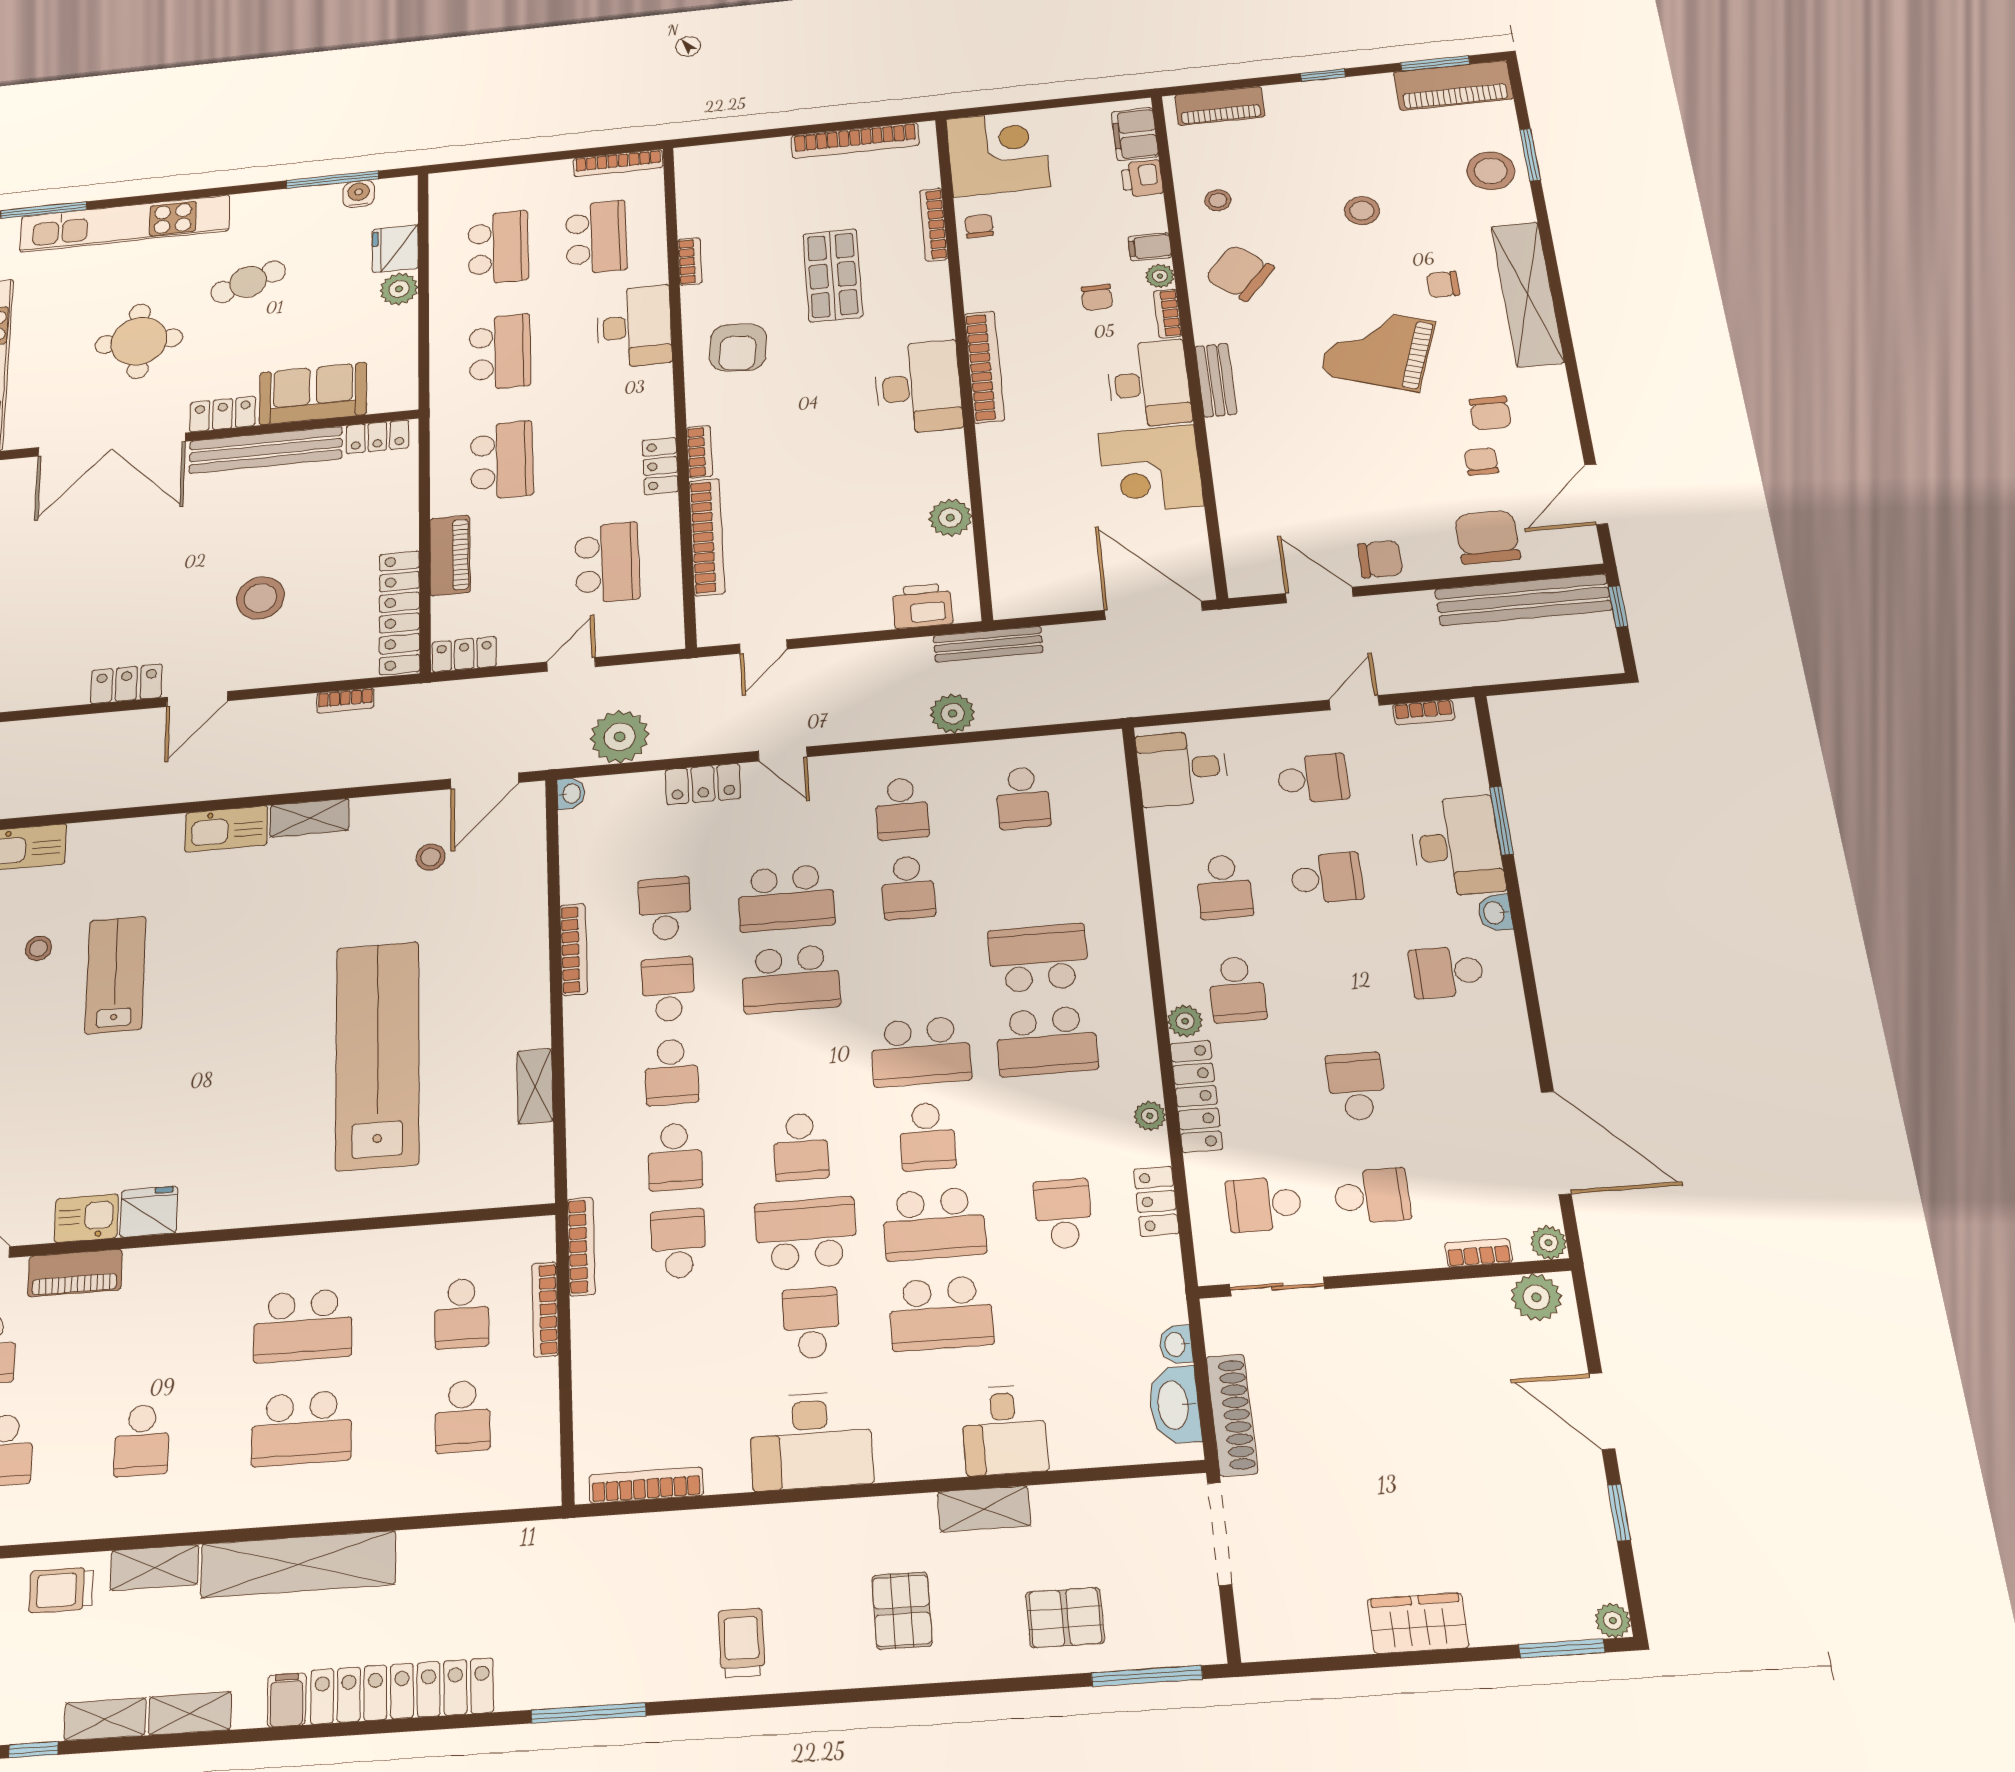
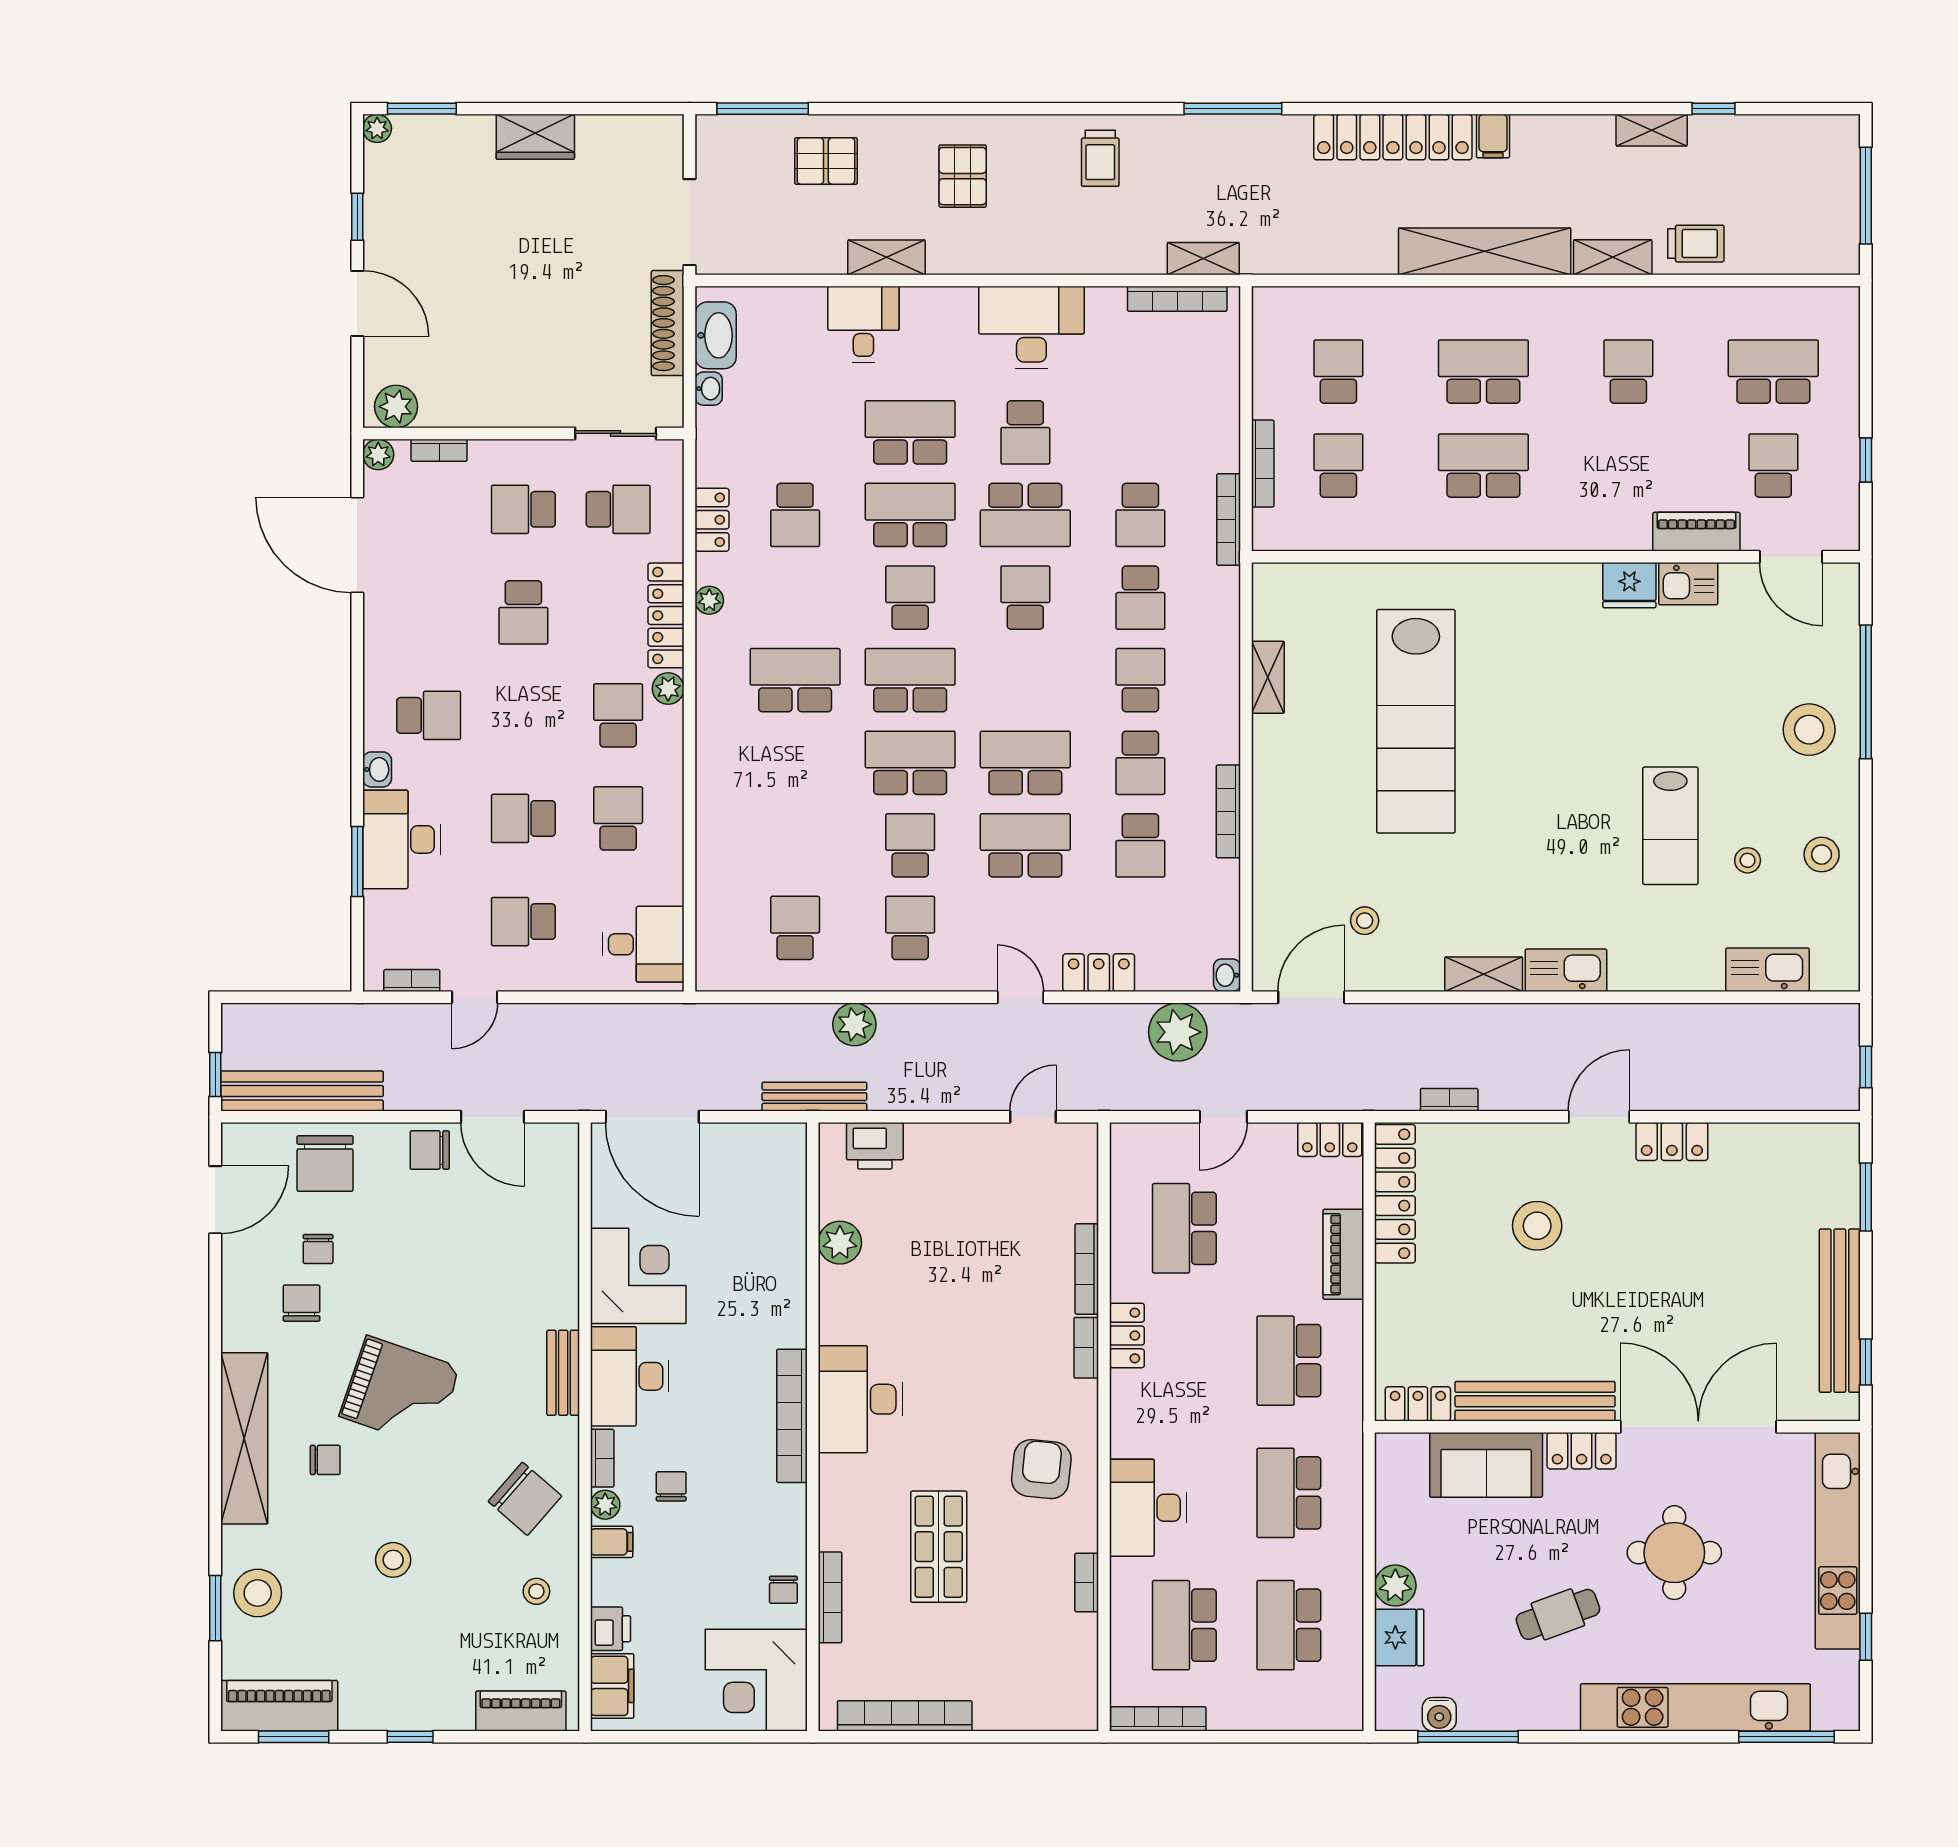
bookcase: (707, 537) -> (1087, 1269), width x0.68, depth x0.76
school desk: (1038, 958) -> (910, 763), moved, turned 180
school desk: (675, 1157) -> (1140, 598), turned 180
shelving: (190, 1713) -> (1203, 259), moved

